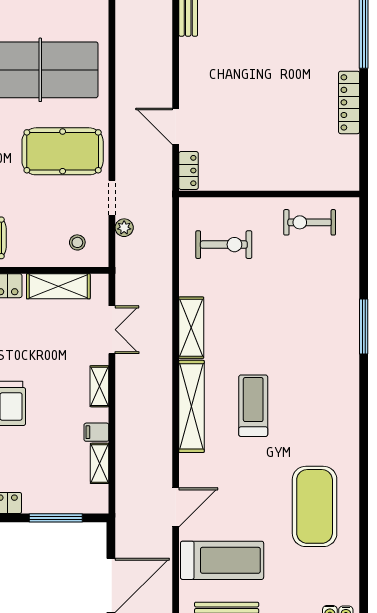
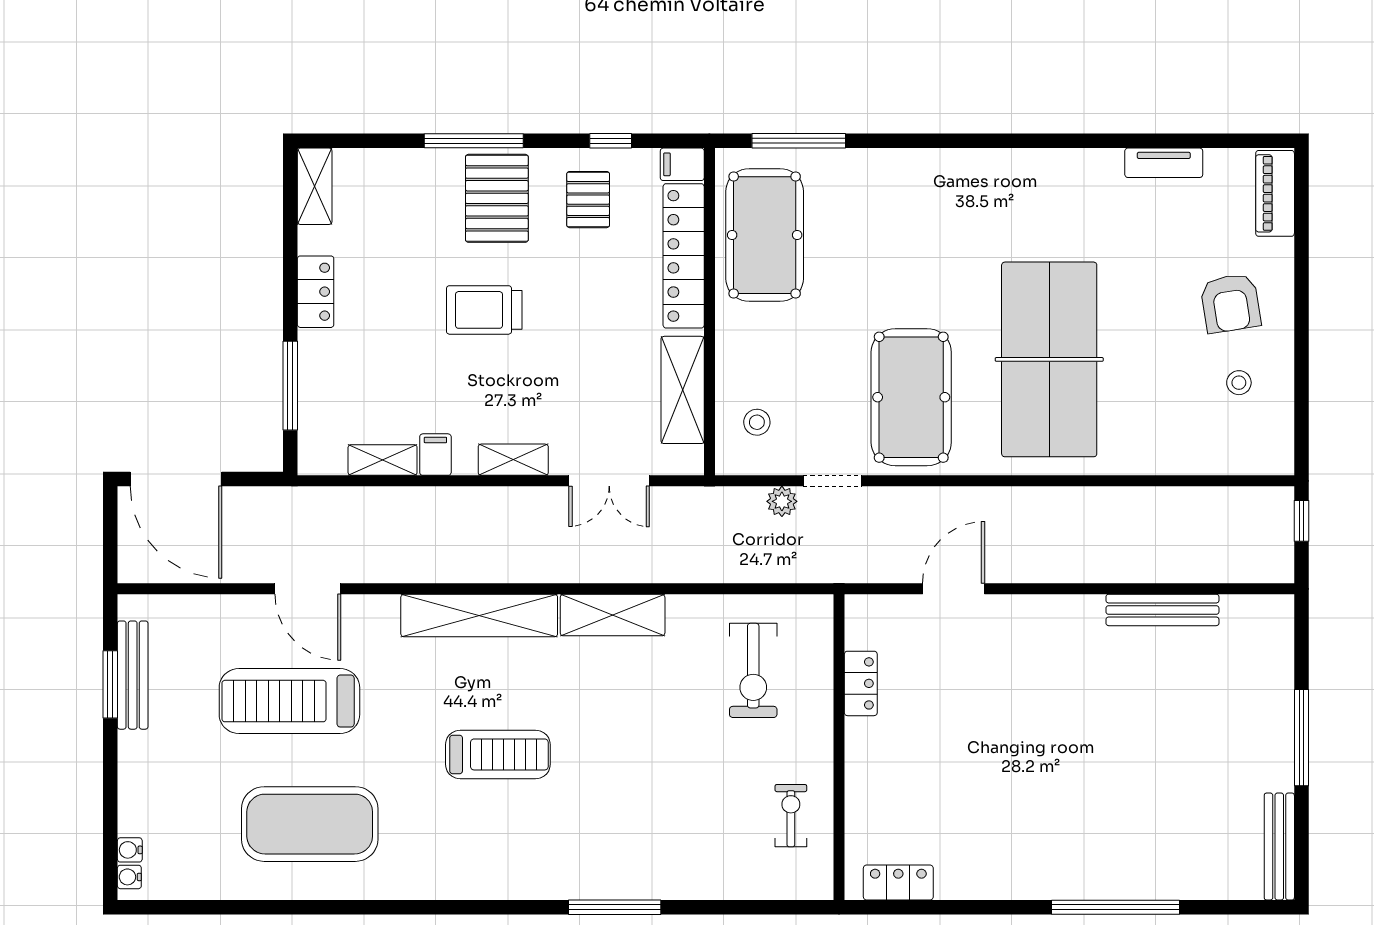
locker: (349, 102) -> (898, 883), moved, width x0.66
locker: (189, 171) -> (861, 683), moved, turned -90
exercise bike: (310, 222) -> (791, 816), width x0.73, depth x0.72
treadmill: (253, 406) -> (498, 754), moved
treadmill: (222, 560) -> (289, 701), moved, turned 90

